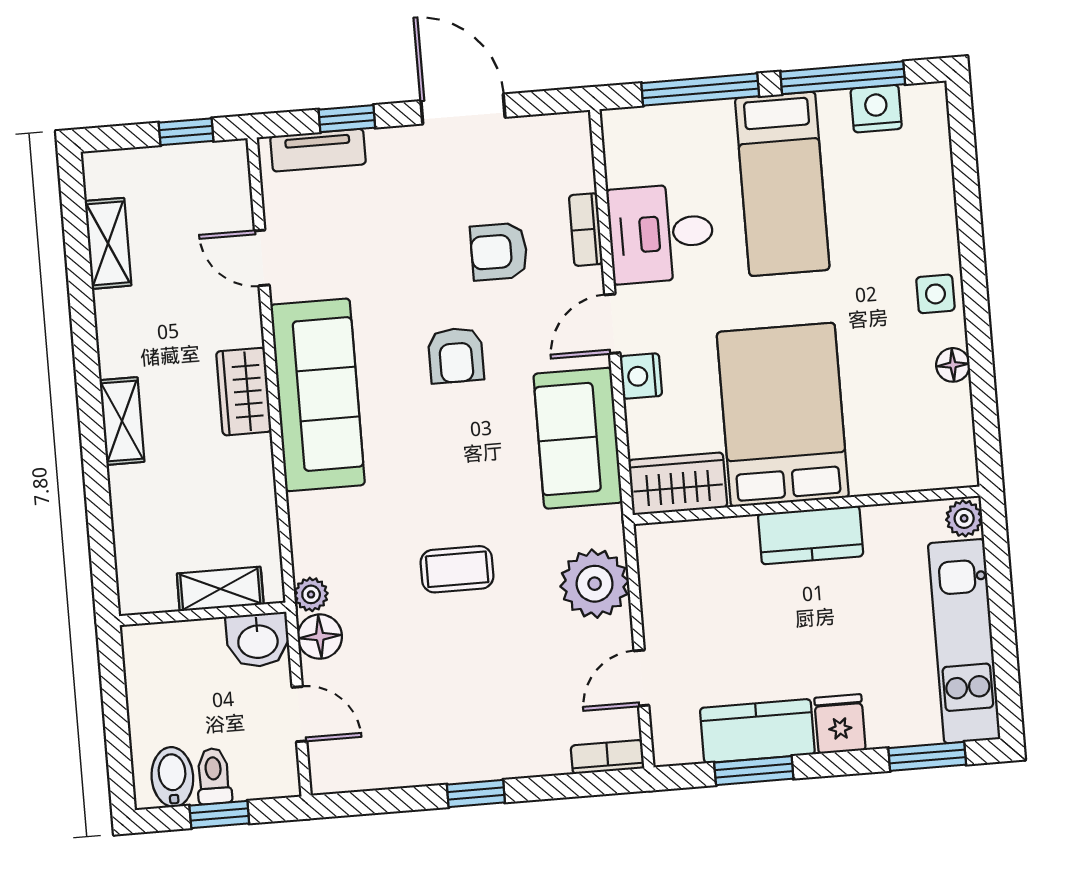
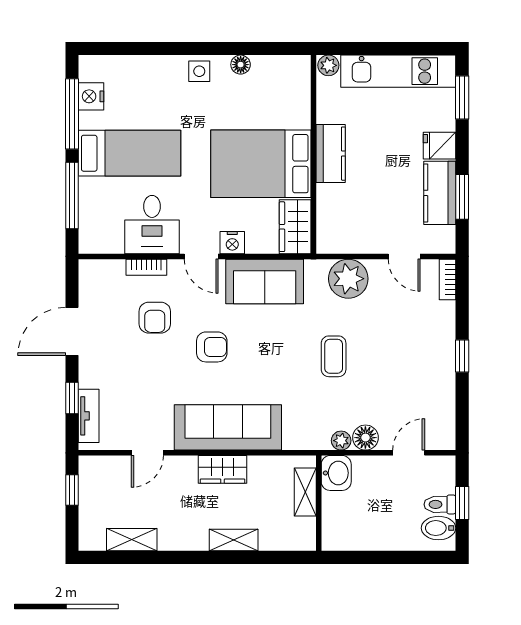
shelving: (220, 589) -> (305, 492), moved
wall: (203, 614) -> (319, 503), moved
washbasin: (258, 640) -> (336, 473), moved

